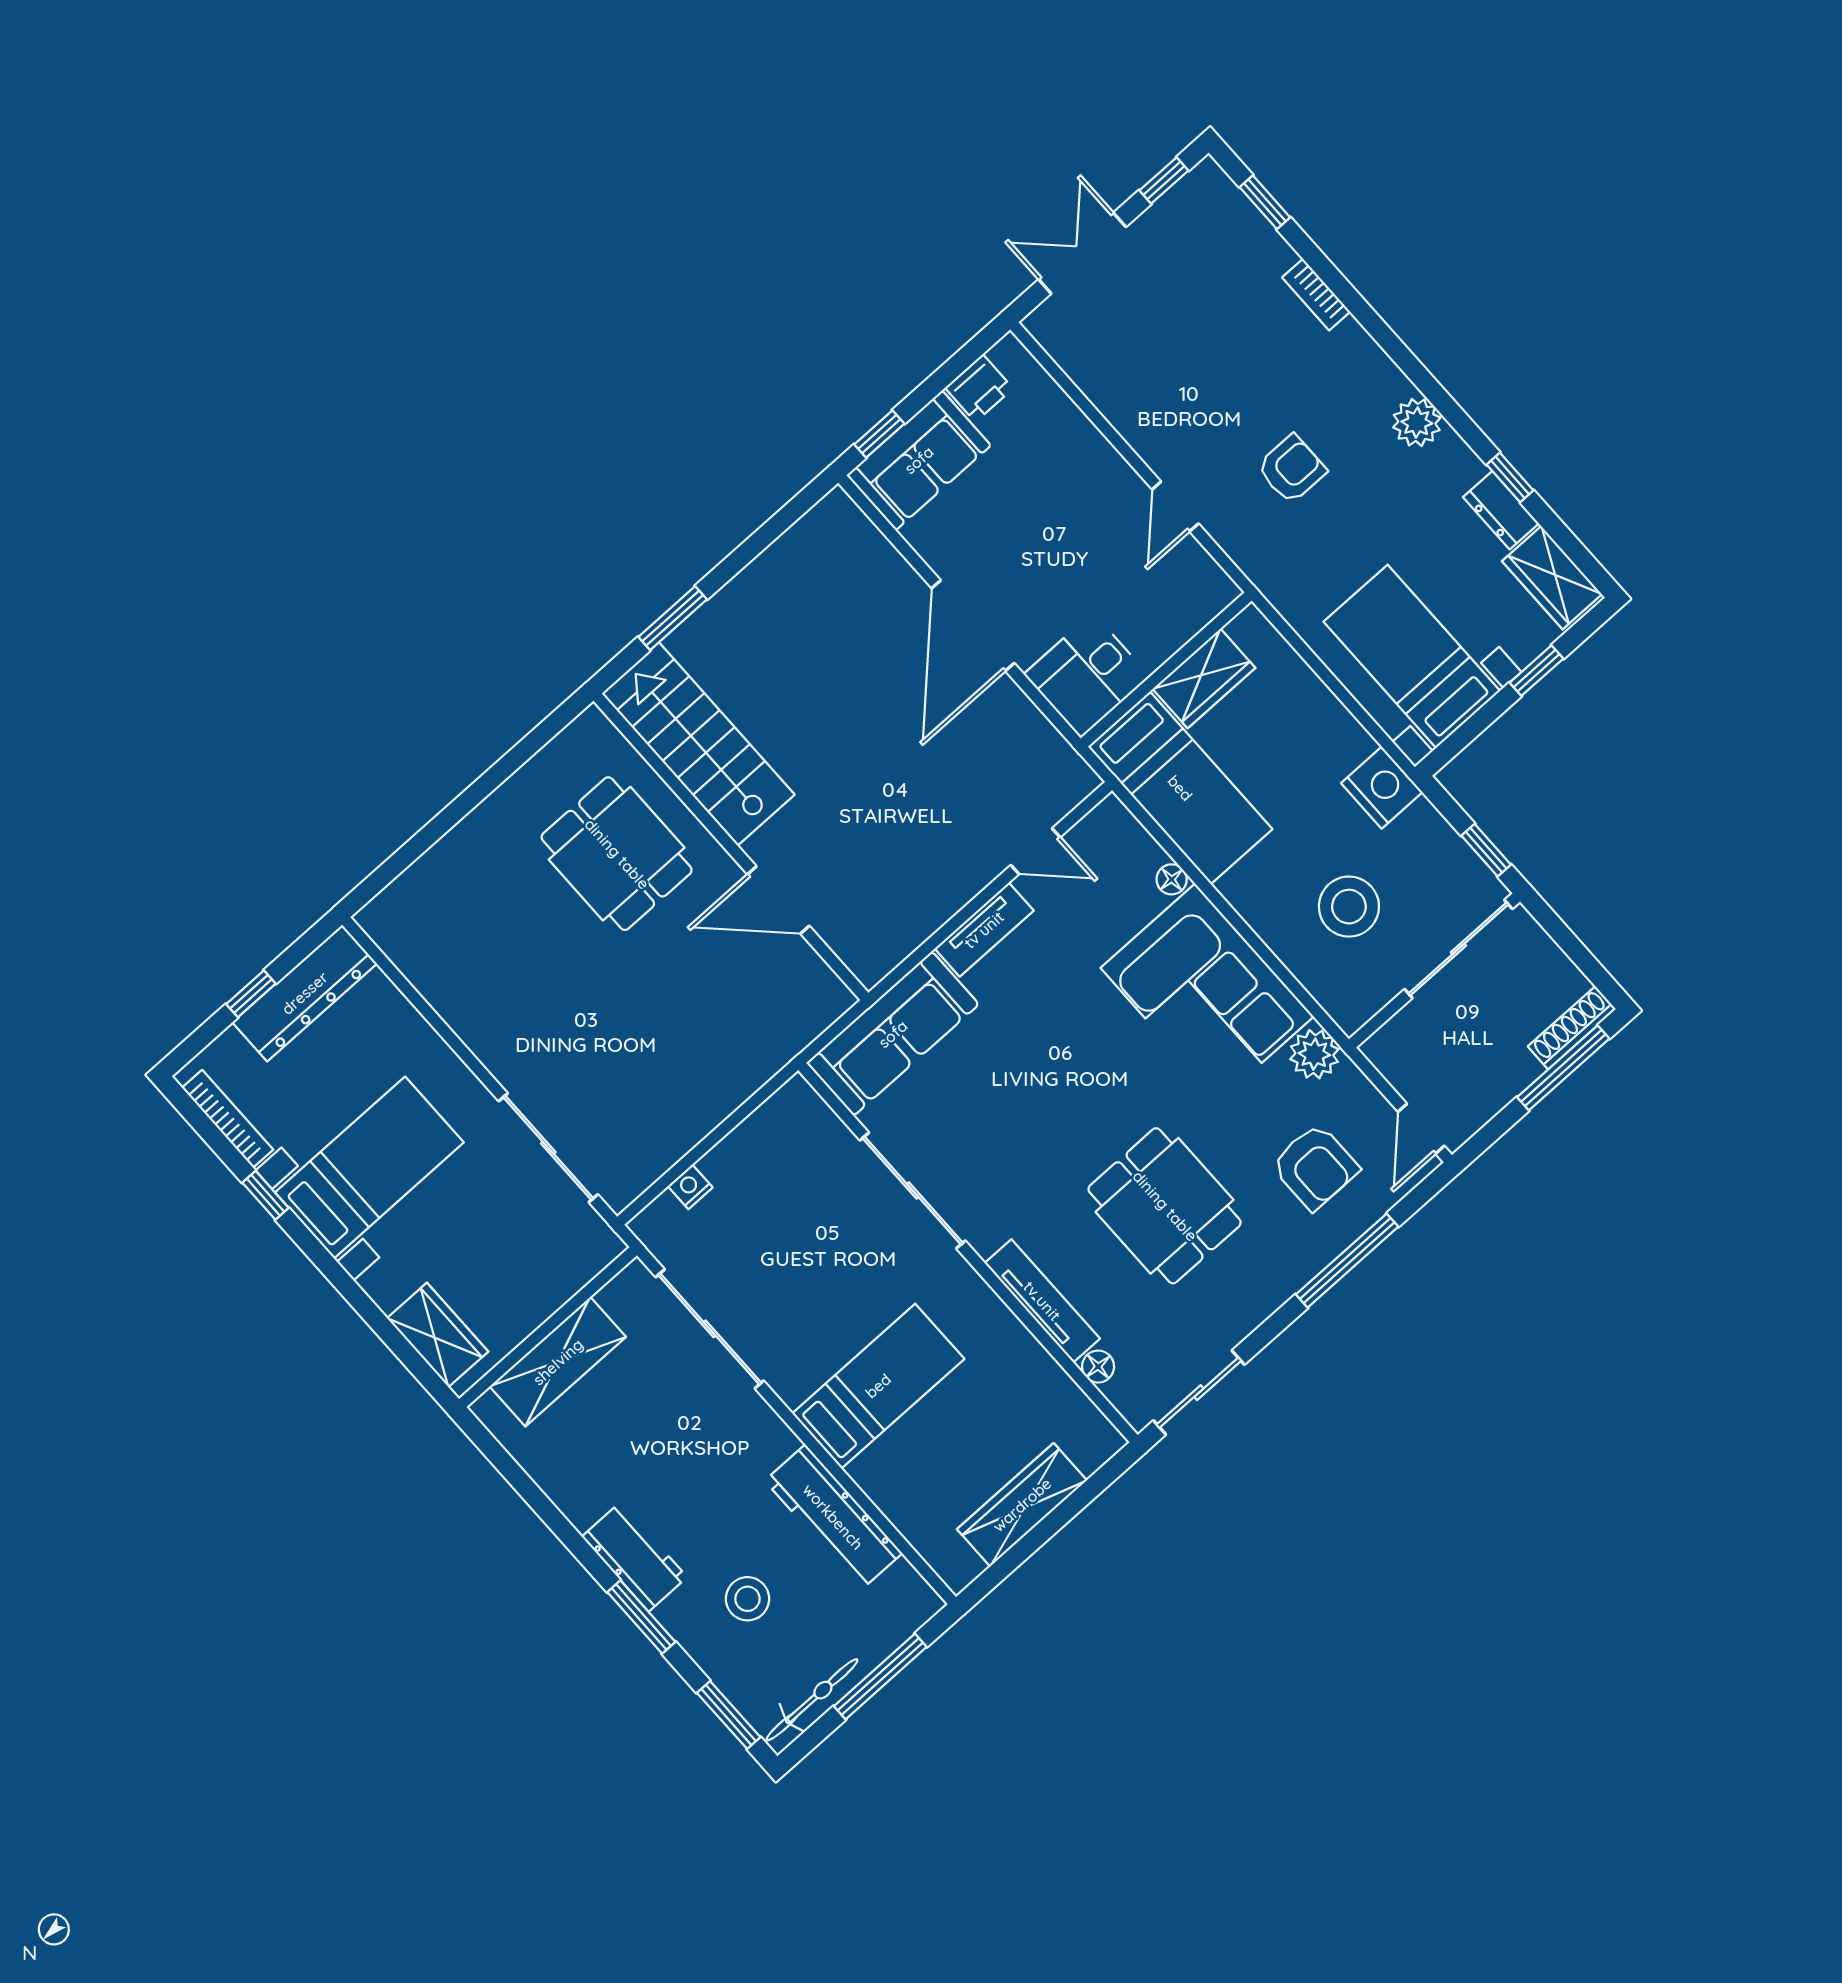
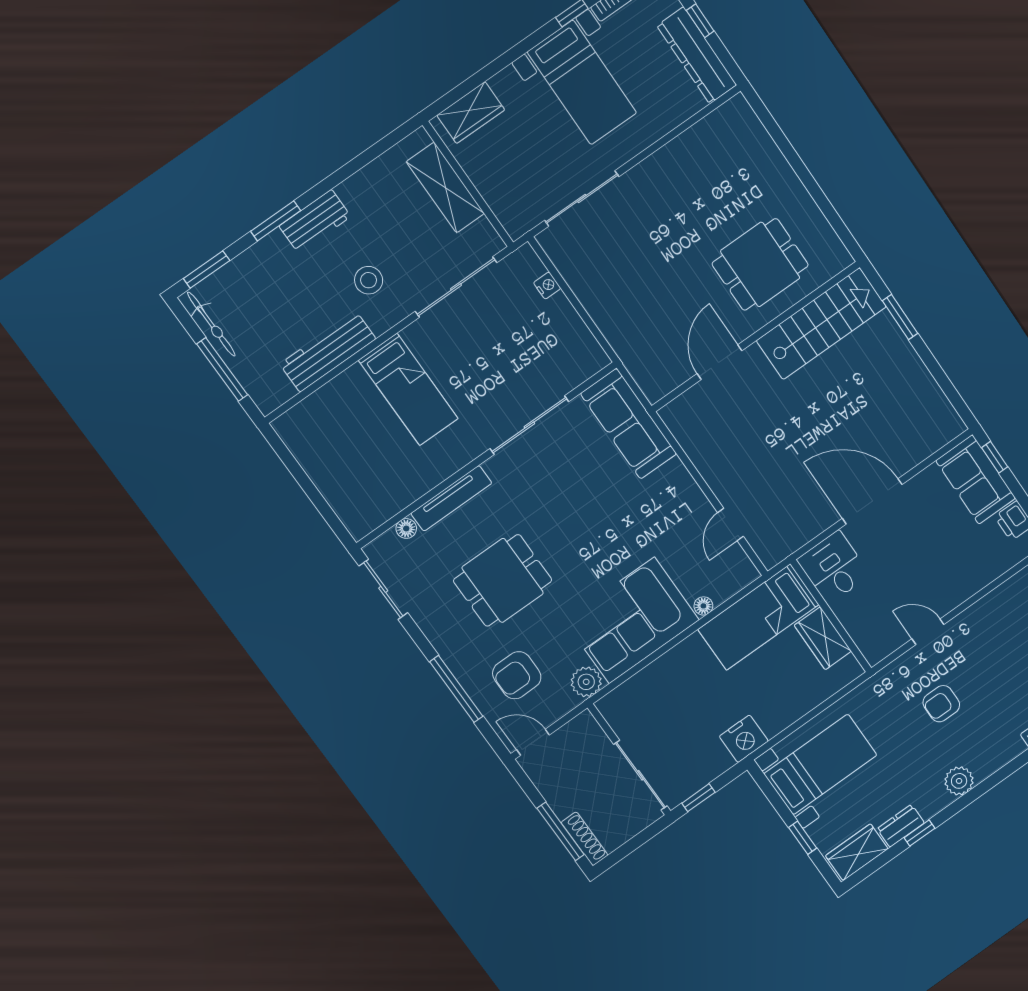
armchair: (1292, 469) -> (941, 704), turned 90
stool: (1349, 907) -> (674, 712), removed
tv unit: (984, 930) -> (686, 488), removed
wardrobe: (1022, 1505) -> (324, 471), removed
stool: (747, 1599) -> (369, 280), moved

